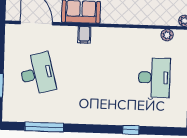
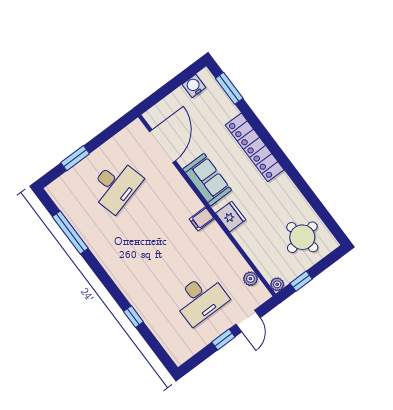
fridge: (117, 16) -> (231, 217), added
filing cabinet: (84, 35) -> (202, 219), moved

